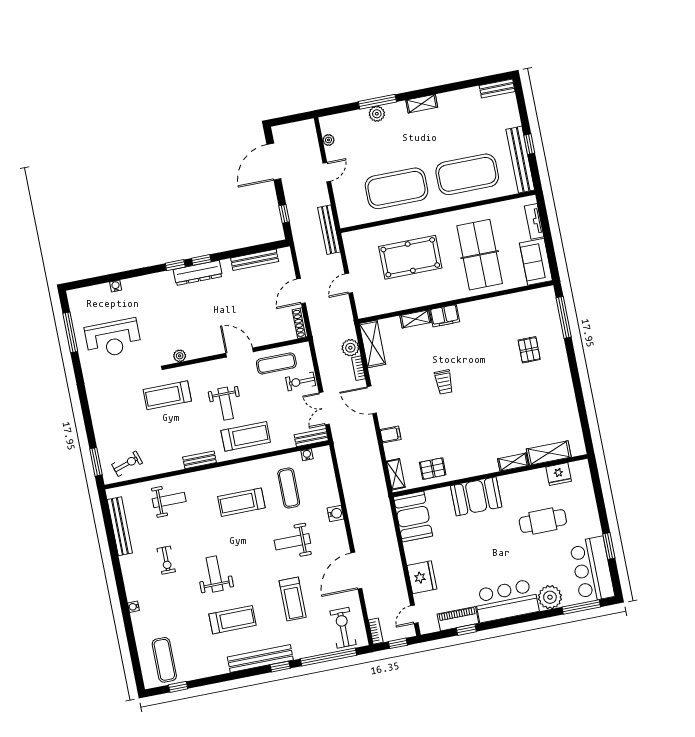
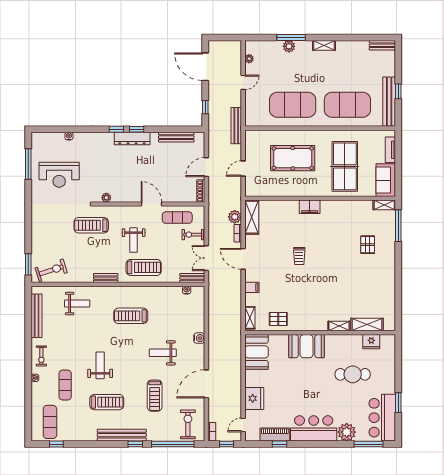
door: (274, 162) -> (205, 67), hinge flipped
shelving: (415, 319) -> (384, 205), moved
exercise bike: (127, 464) -> (51, 270), width x1.38, depth x1.39
exercise mat: (289, 488) -> (65, 385), moved
exercise bike: (166, 560) -> (41, 356), moved

